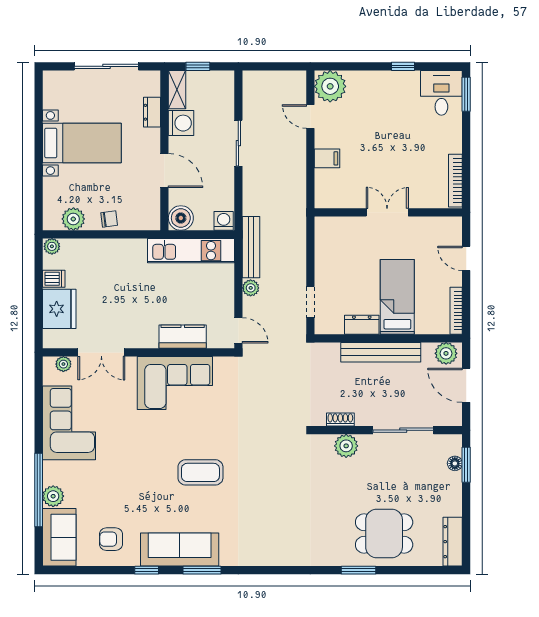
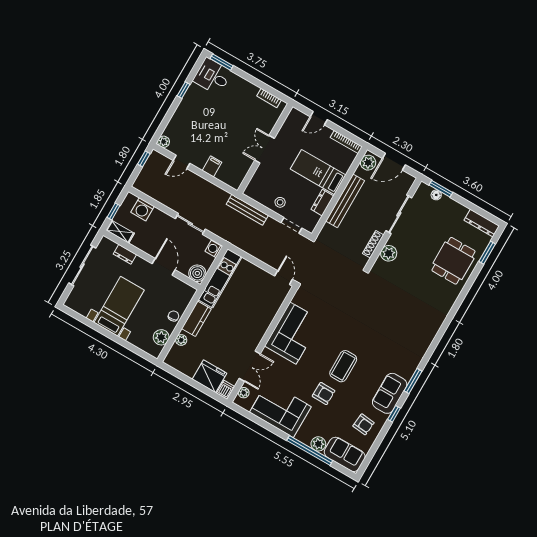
window: (287, 66) -> (144, 159), added
plant: (330, 86) -> (164, 142), width x0.53, depth x0.53
washing machine: (181, 123) -> (142, 209), moved, turned 180
sliding door: (238, 143) -> (190, 224), moved
door: (164, 170) -> (164, 267), hinge flipped
bookcase: (455, 181) -> (269, 98), width x0.64
plant: (52, 246) -> (181, 340), moved
bench: (251, 247) -> (247, 210), moved
stool: (331, 271) -> (280, 202), added
dishwasher: (54, 279) -> (225, 390), moved
plant: (251, 288) -> (263, 256), removed
door: (238, 330) -> (284, 278), hinge flipped
kitchen counter: (183, 337) -> (196, 319), moved, turned 180
shoe rack: (340, 420) -> (373, 244), width x1.43
armchair: (121, 466) -> (324, 394), added
coffee table: (200, 472) -> (343, 366), moved
armchair: (111, 539) -> (363, 424), turned -84
sofa: (180, 550) -> (390, 393), width x0.73
window: (359, 570) -> (487, 253), moved

